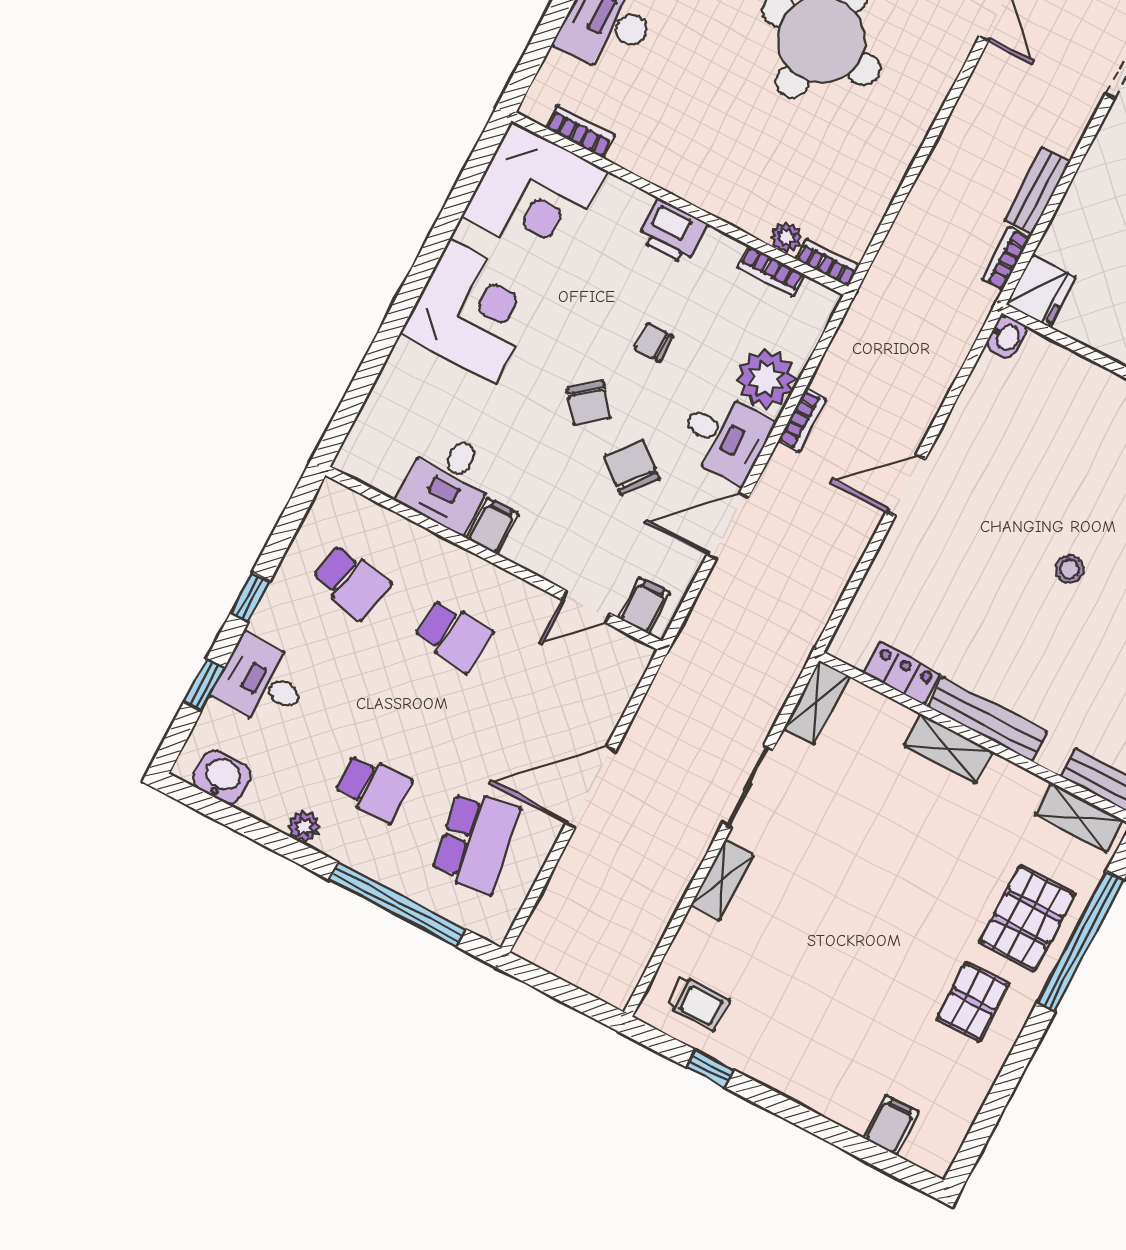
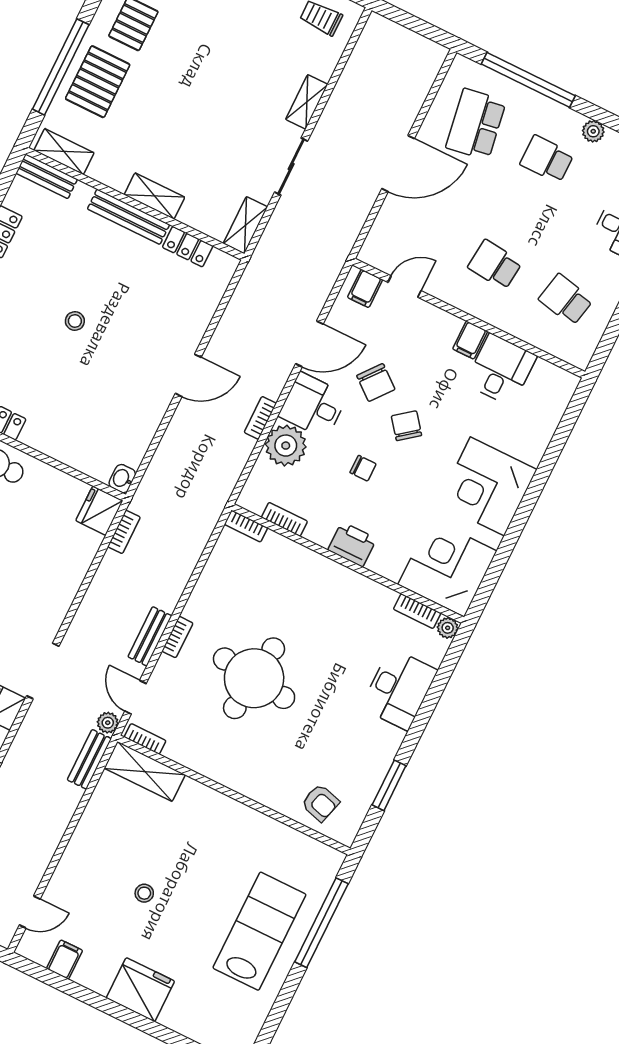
bookcase: (932, 103) -> (177, 637), added
bench: (1037, 191) -> (150, 636), moved
plant: (786, 237) -> (448, 628), moved

